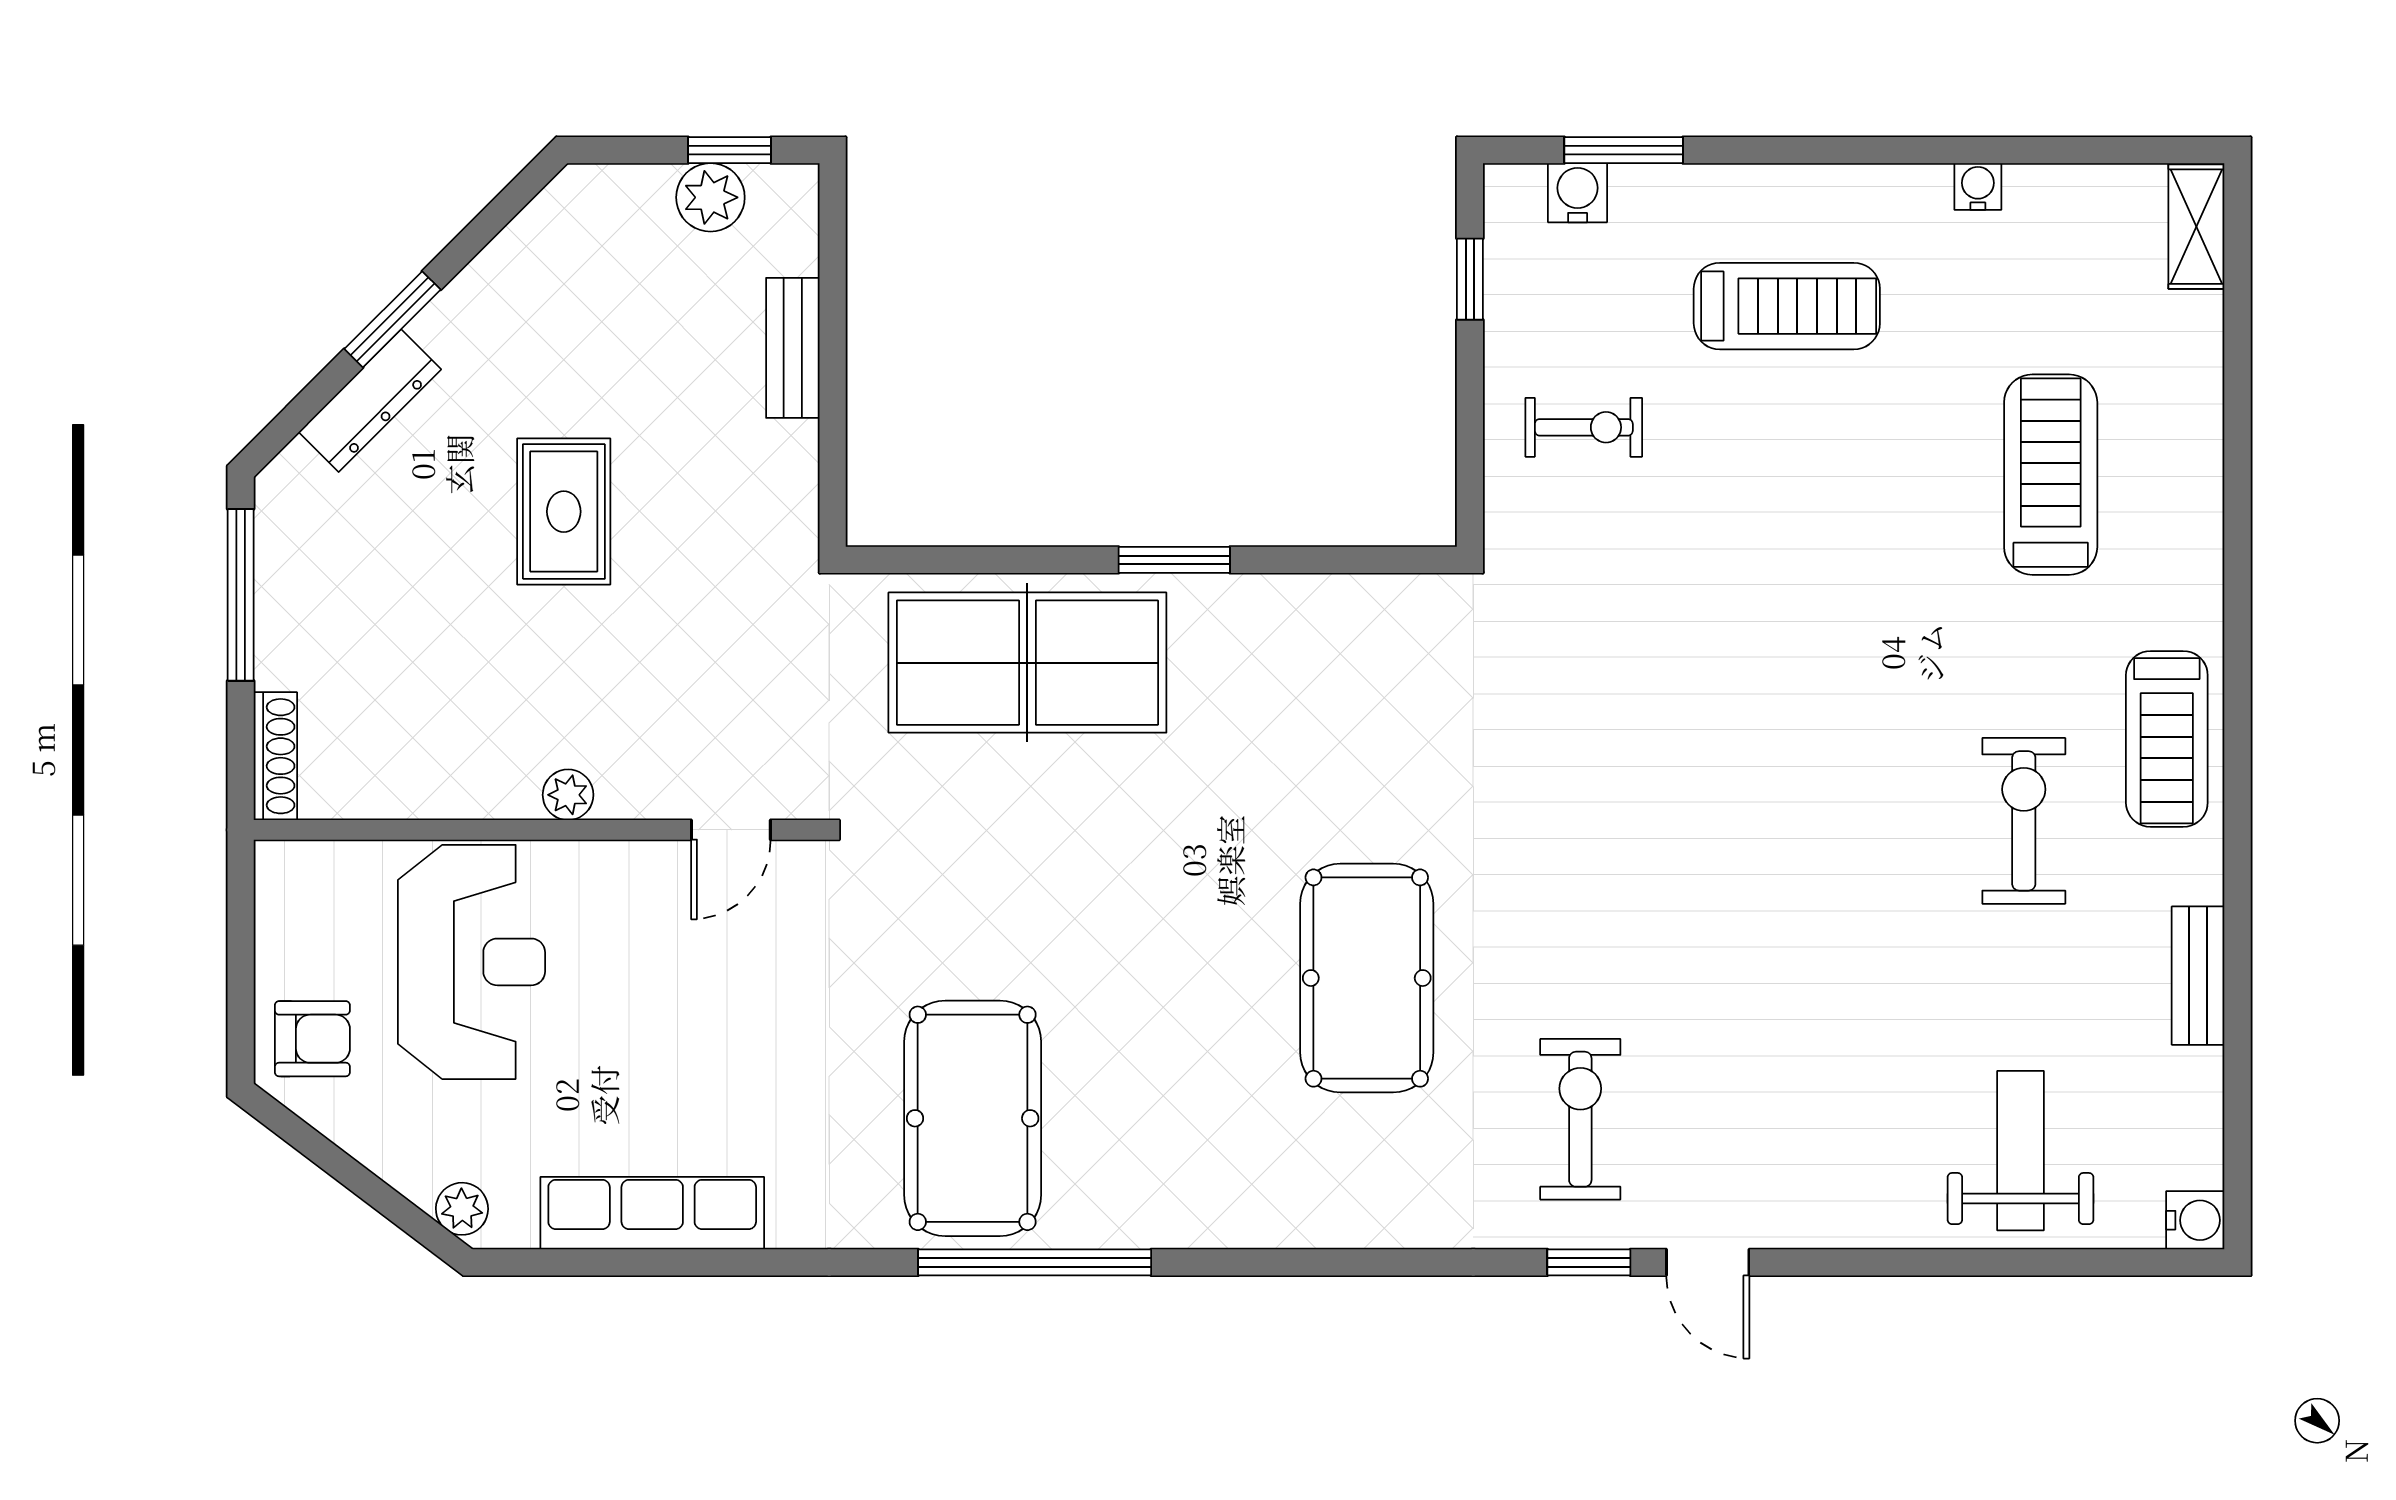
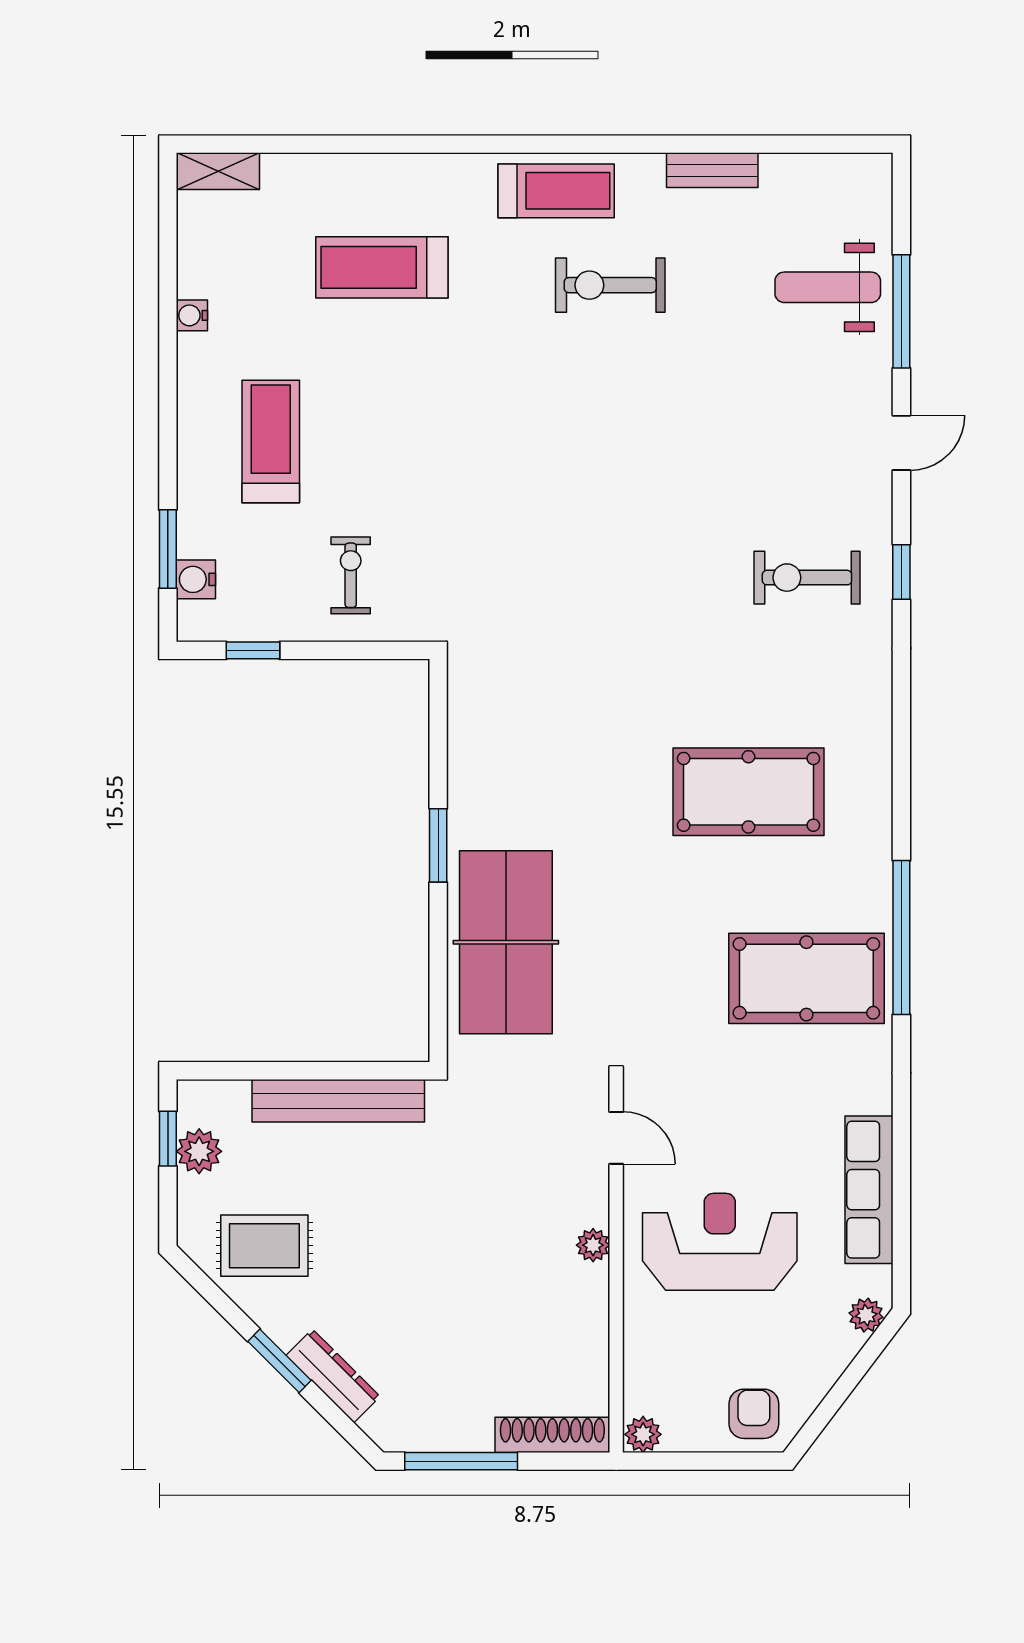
bench: (793, 348) -> (338, 1101), width x1.86, depth x1.21
rug: (564, 512) -> (264, 1246), moved
shoe rack: (275, 756) -> (552, 1435), width x1.36, depth x1.24
plant: (281, 871) -> (643, 1434), added
reception desk: (472, 962) -> (720, 1242), moved
pool table: (1367, 978) -> (748, 792), moved
water cooler: (2195, 1220) -> (874, 172), removed
door: (1708, 1262) -> (901, 443), moved
window: (1984, 1262) -> (901, 311), added

